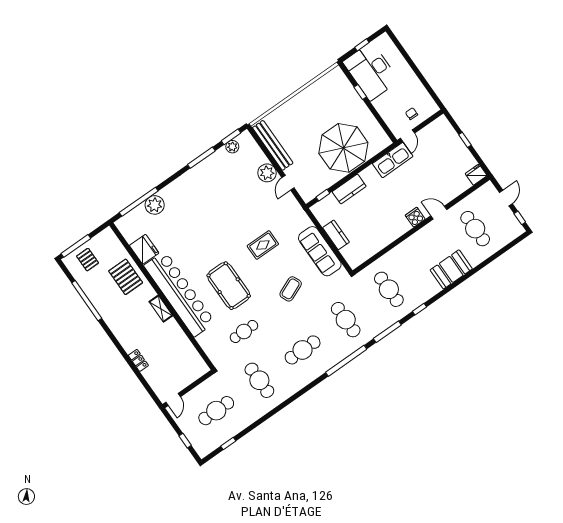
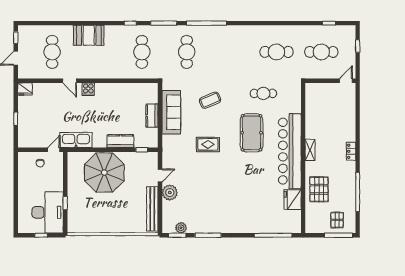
plant: (155, 205) -> (264, 225), removed
cafe table: (303, 350) -> (232, 52), removed
locker: (138, 360) -> (351, 151), moved
cafe table: (259, 380) -> (276, 52), turned 90

